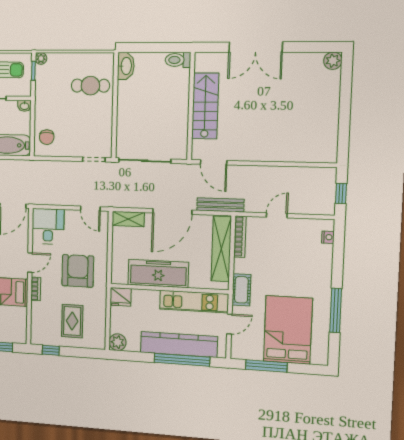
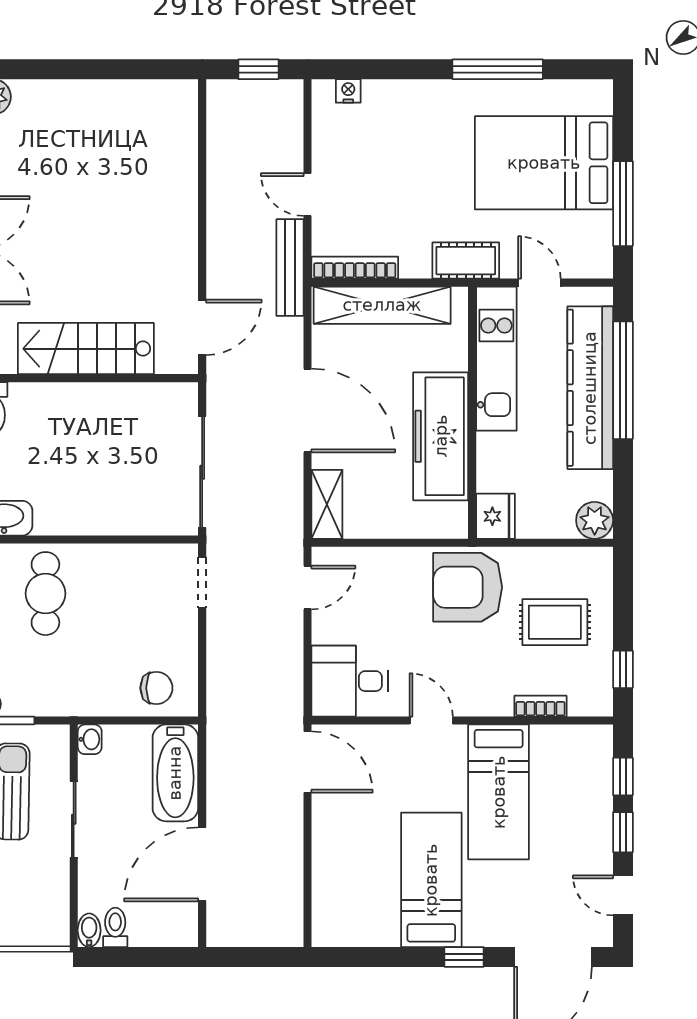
bench: (220, 205) -> (290, 268), moved
armchair: (78, 271) -> (468, 587), moved
bookcase: (36, 289) -> (540, 706), moved

